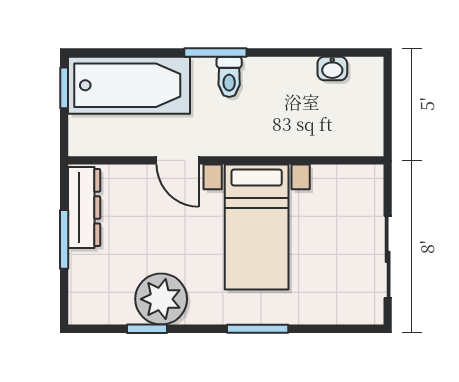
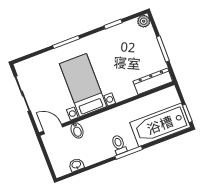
bidet: (304, 139) -> (77, 130), added
door: (178, 160) -> (53, 129), moved
dresser: (84, 208) -> (153, 81), moved, turned 90
plant: (161, 299) -> (144, 21), moved, width x0.53, depth x0.53

